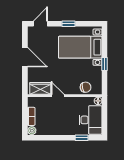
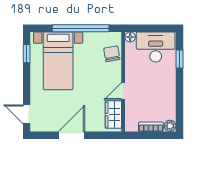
window: (69, 24) -> (27, 54), moved
window: (105, 64) -> (81, 28), width x3.17

